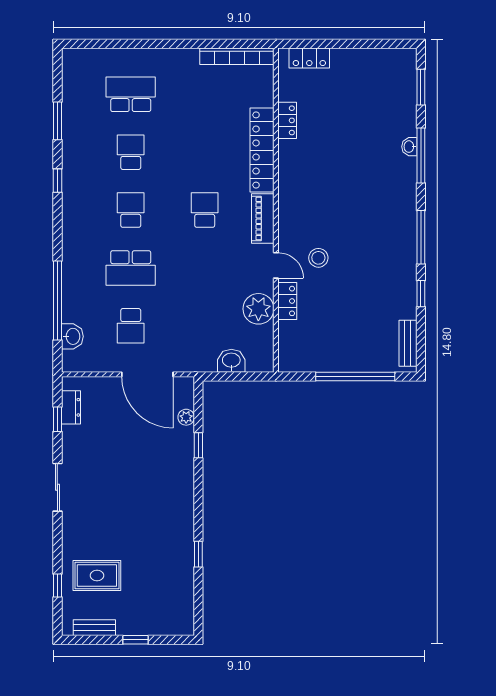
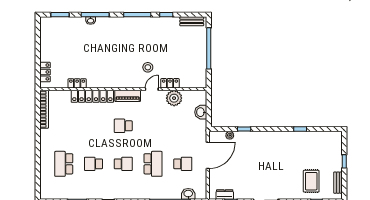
school desk: (131, 210) -> (123, 164), turned 180

